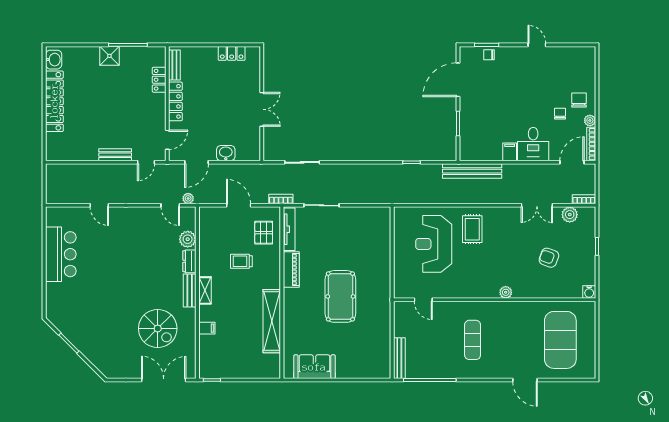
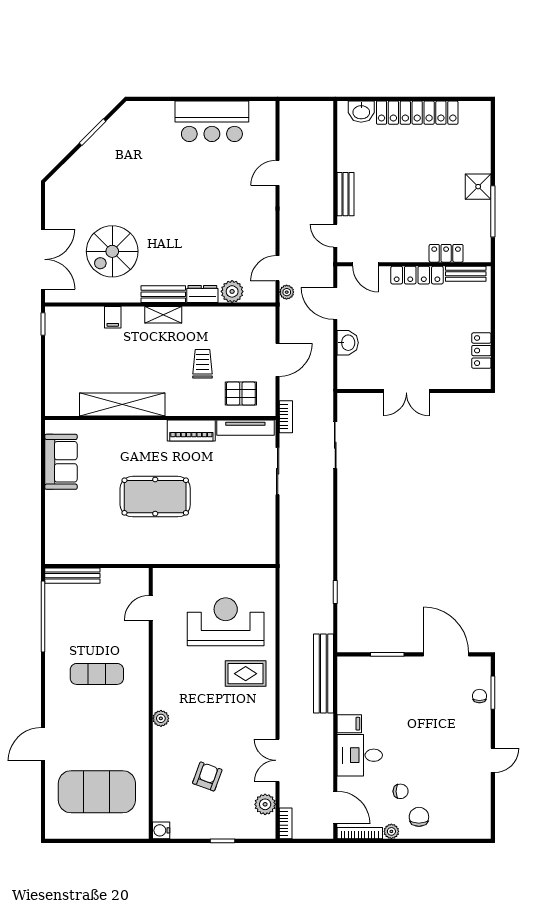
washbasin: (54, 60) -> (361, 112), moved
chair: (579, 100) -> (419, 817), turned -90

